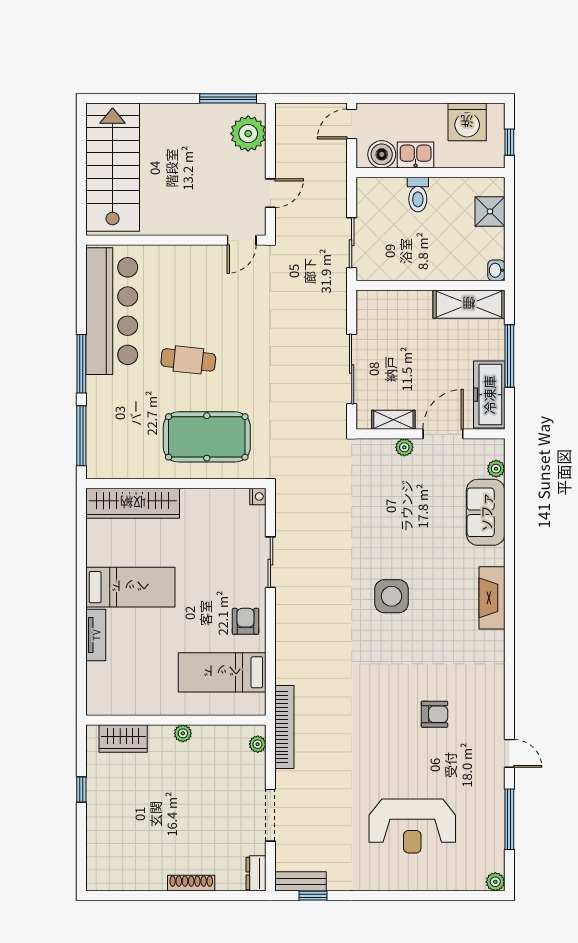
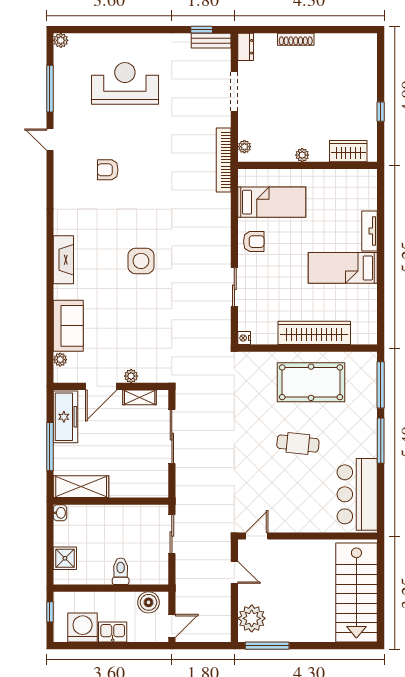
kitchen sink: (416, 155) -> (113, 632), moved, turned 180
door: (270, 193) -> (234, 572), swing flipped
bar counter: (112, 311) -> (357, 494), width x0.73
pool table: (207, 437) -> (311, 382), moved
wardrobe: (133, 503) -> (314, 333), moved
armchair: (246, 621) -> (254, 242), turned -90

